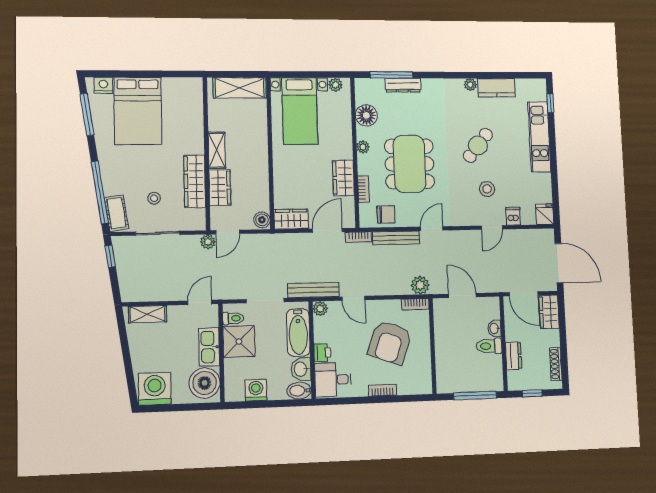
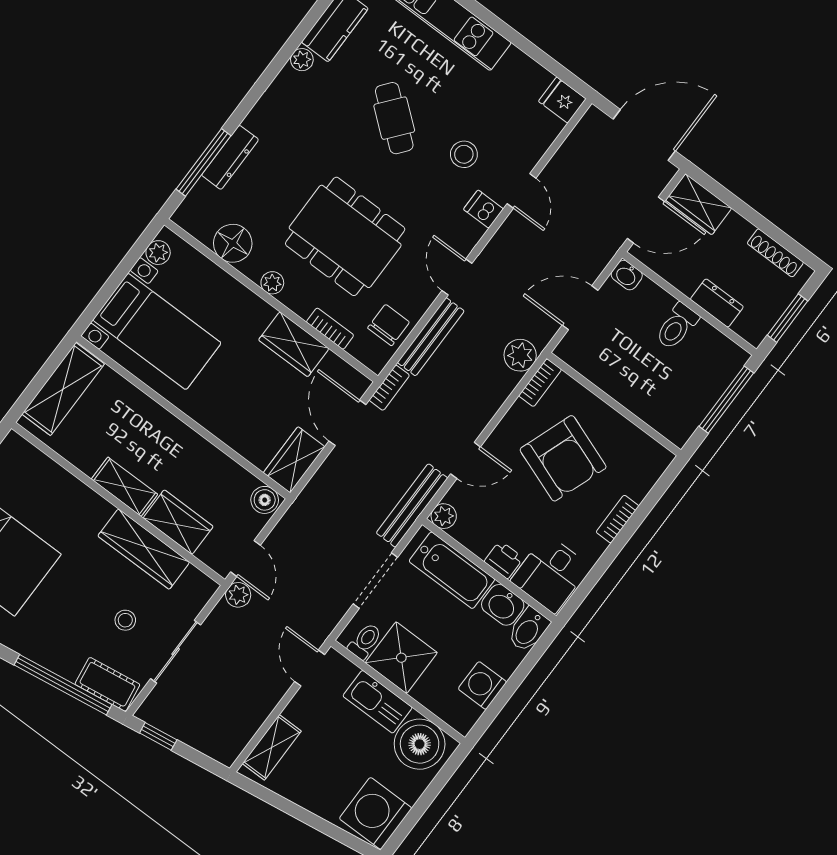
dishwasher: (513, 216) -> (483, 209), moved
washbasin: (494, 328) -> (627, 275), moved
window: (532, 393) -> (788, 318), width x1.50

